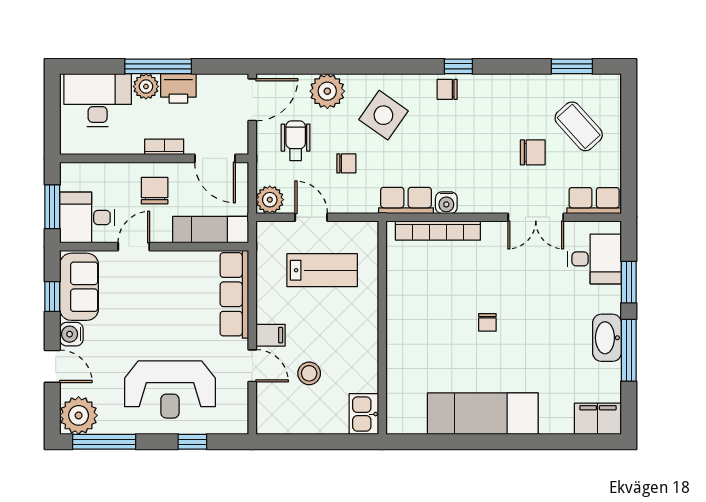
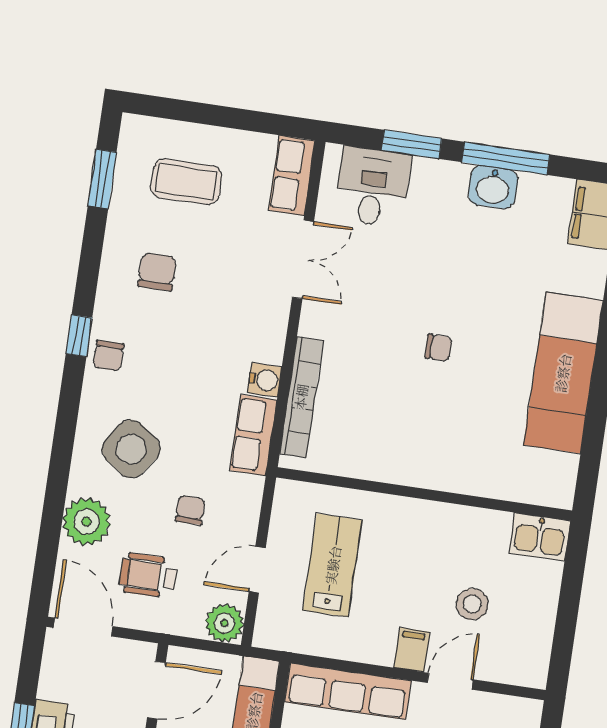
coffee table: (579, 126) -> (186, 182), turned 42
chair: (533, 152) -> (157, 272), moved
washbasin: (607, 338) -> (493, 187), width x0.72

